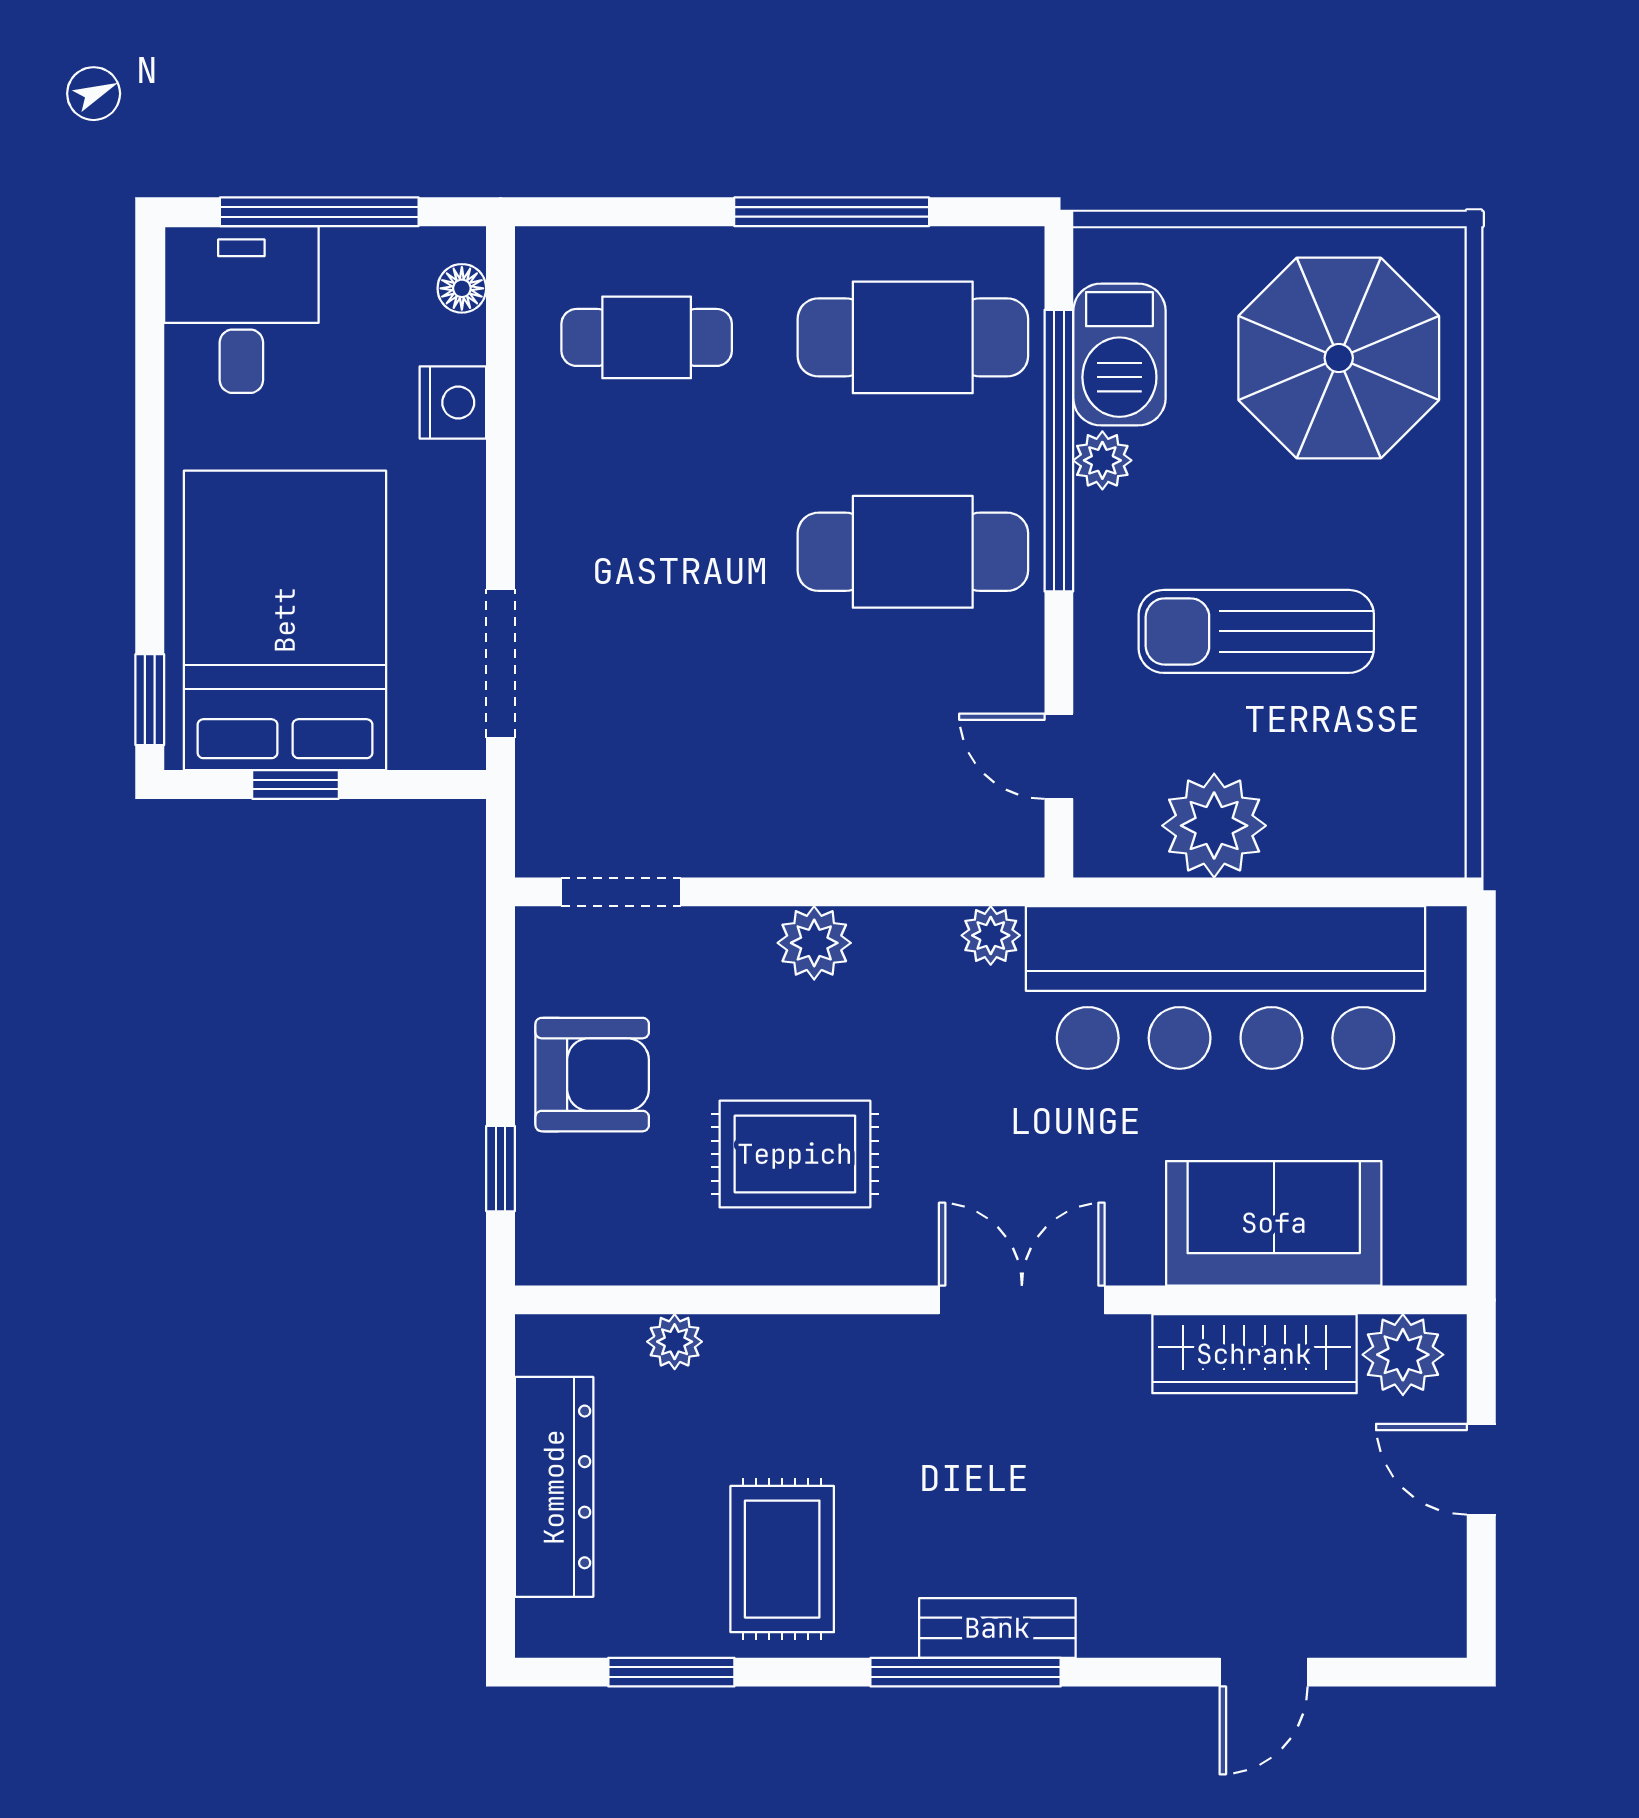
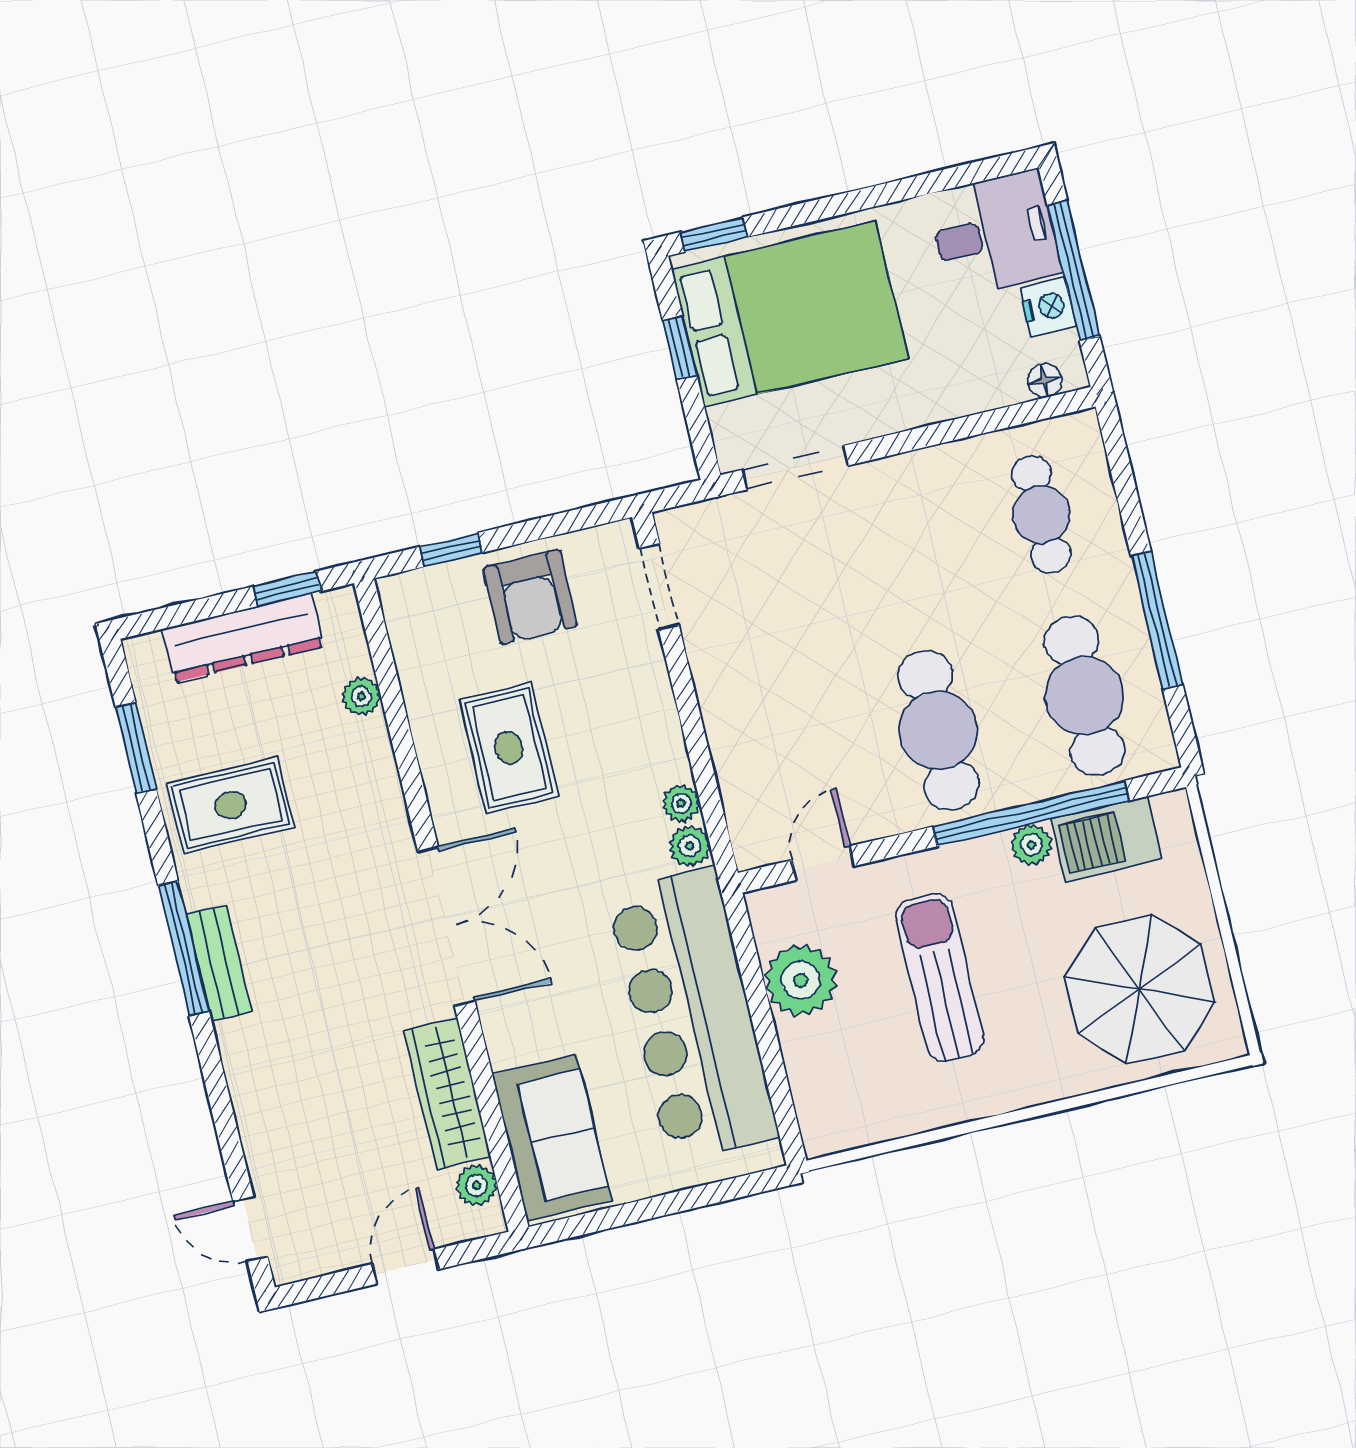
nightstand: (453, 403) -> (1048, 307), moved, turned -90
plant: (814, 943) -> (681, 803), moved, width x0.73, depth x0.73
sofa: (1274, 1223) -> (552, 1138), moved
double door: (1022, 1300) -> (446, 926), width x1.37
plant: (1403, 1355) -> (477, 1185), width x0.73, depth x0.73
window: (501, 1409) -> (287, 589), added
door: (1264, 1672) -> (250, 1229), moved

